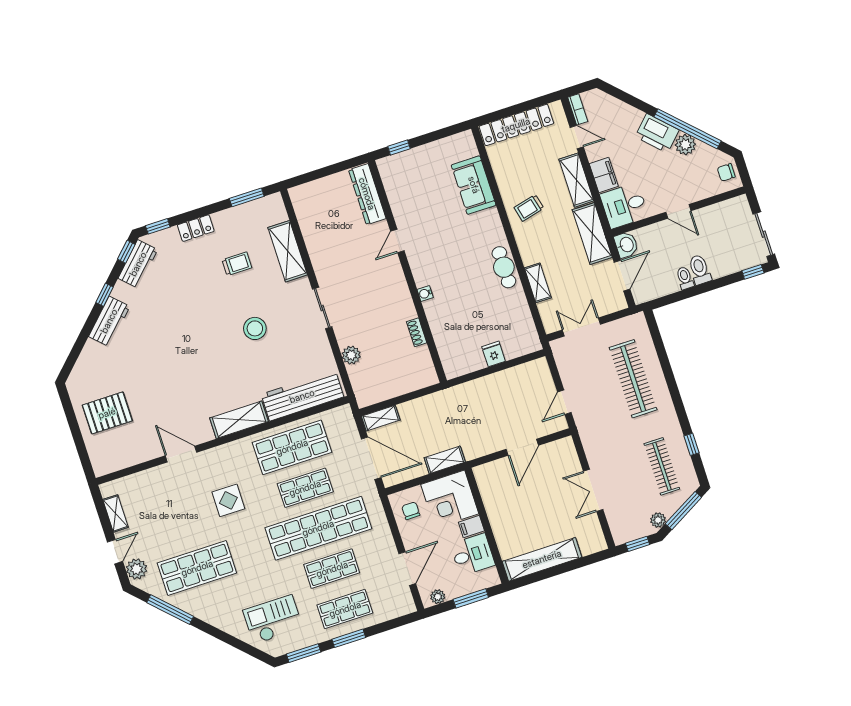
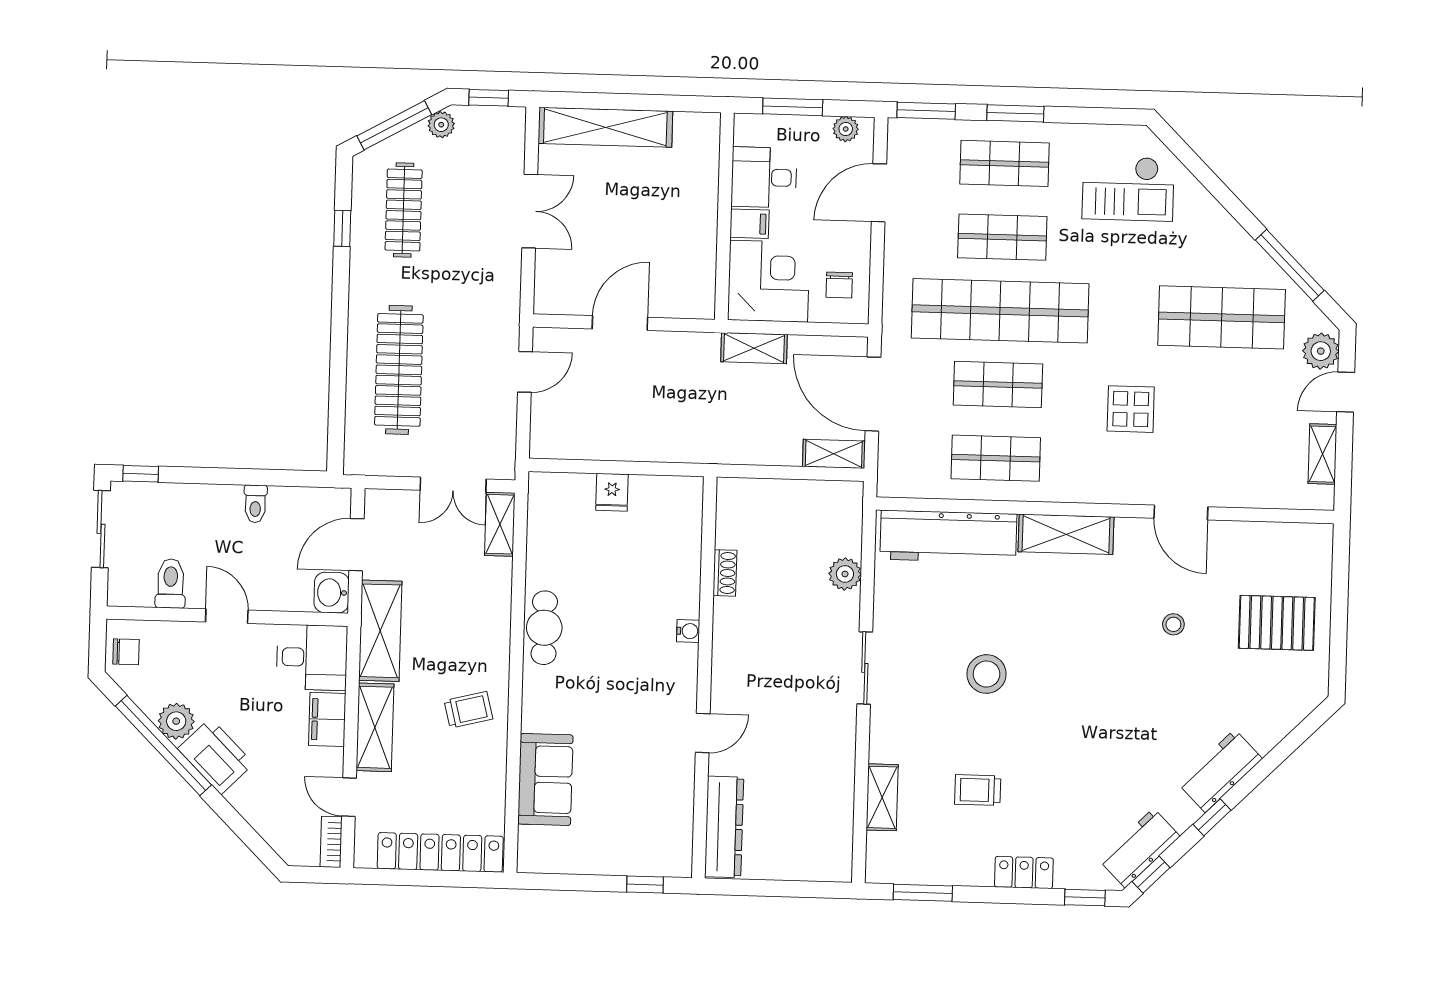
shelving: (288, 251) -> (882, 797), width x0.67, depth x0.75
toilet: (700, 270) -> (171, 583), moved, turned 180
shelving: (538, 283) -> (500, 524), moved
stool: (163, 392) -> (1173, 624), added
shop shelf: (292, 447) -> (996, 458), width x0.70, depth x0.74
shelving: (542, 559) -> (605, 127), moved
window: (304, 653) -> (926, 111), moved

